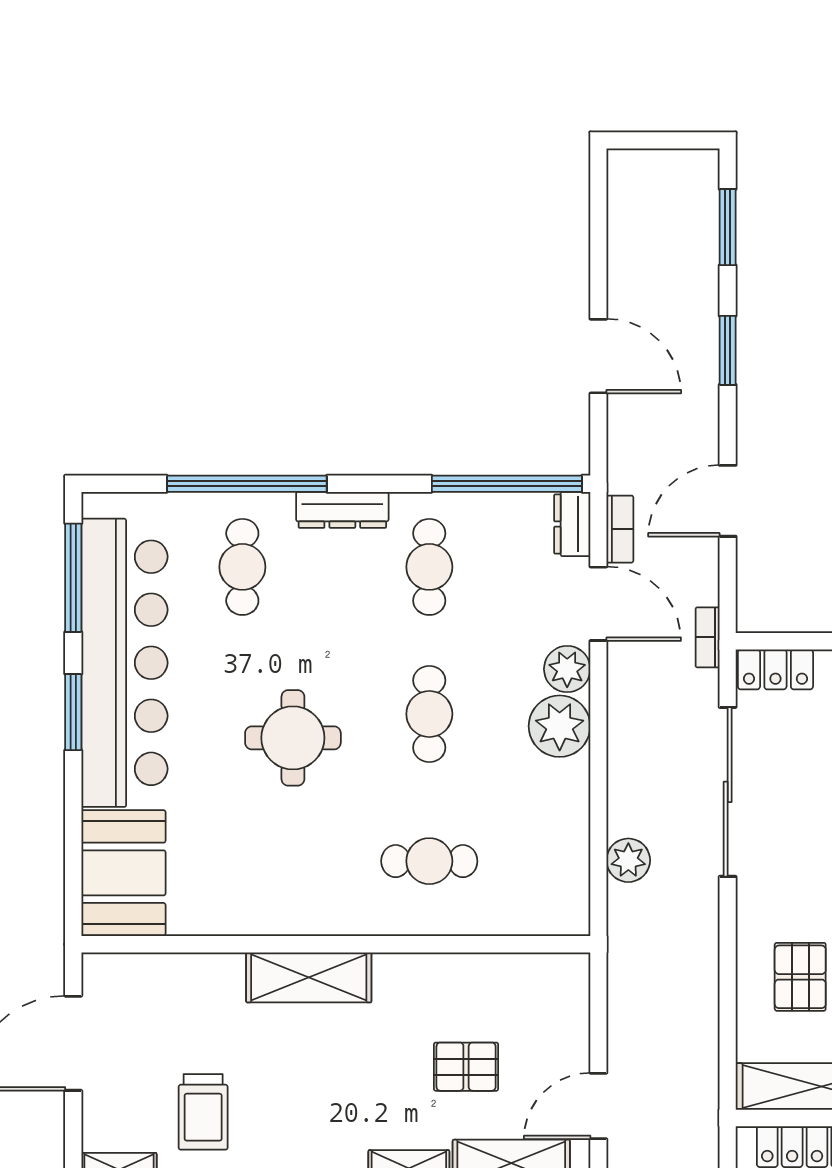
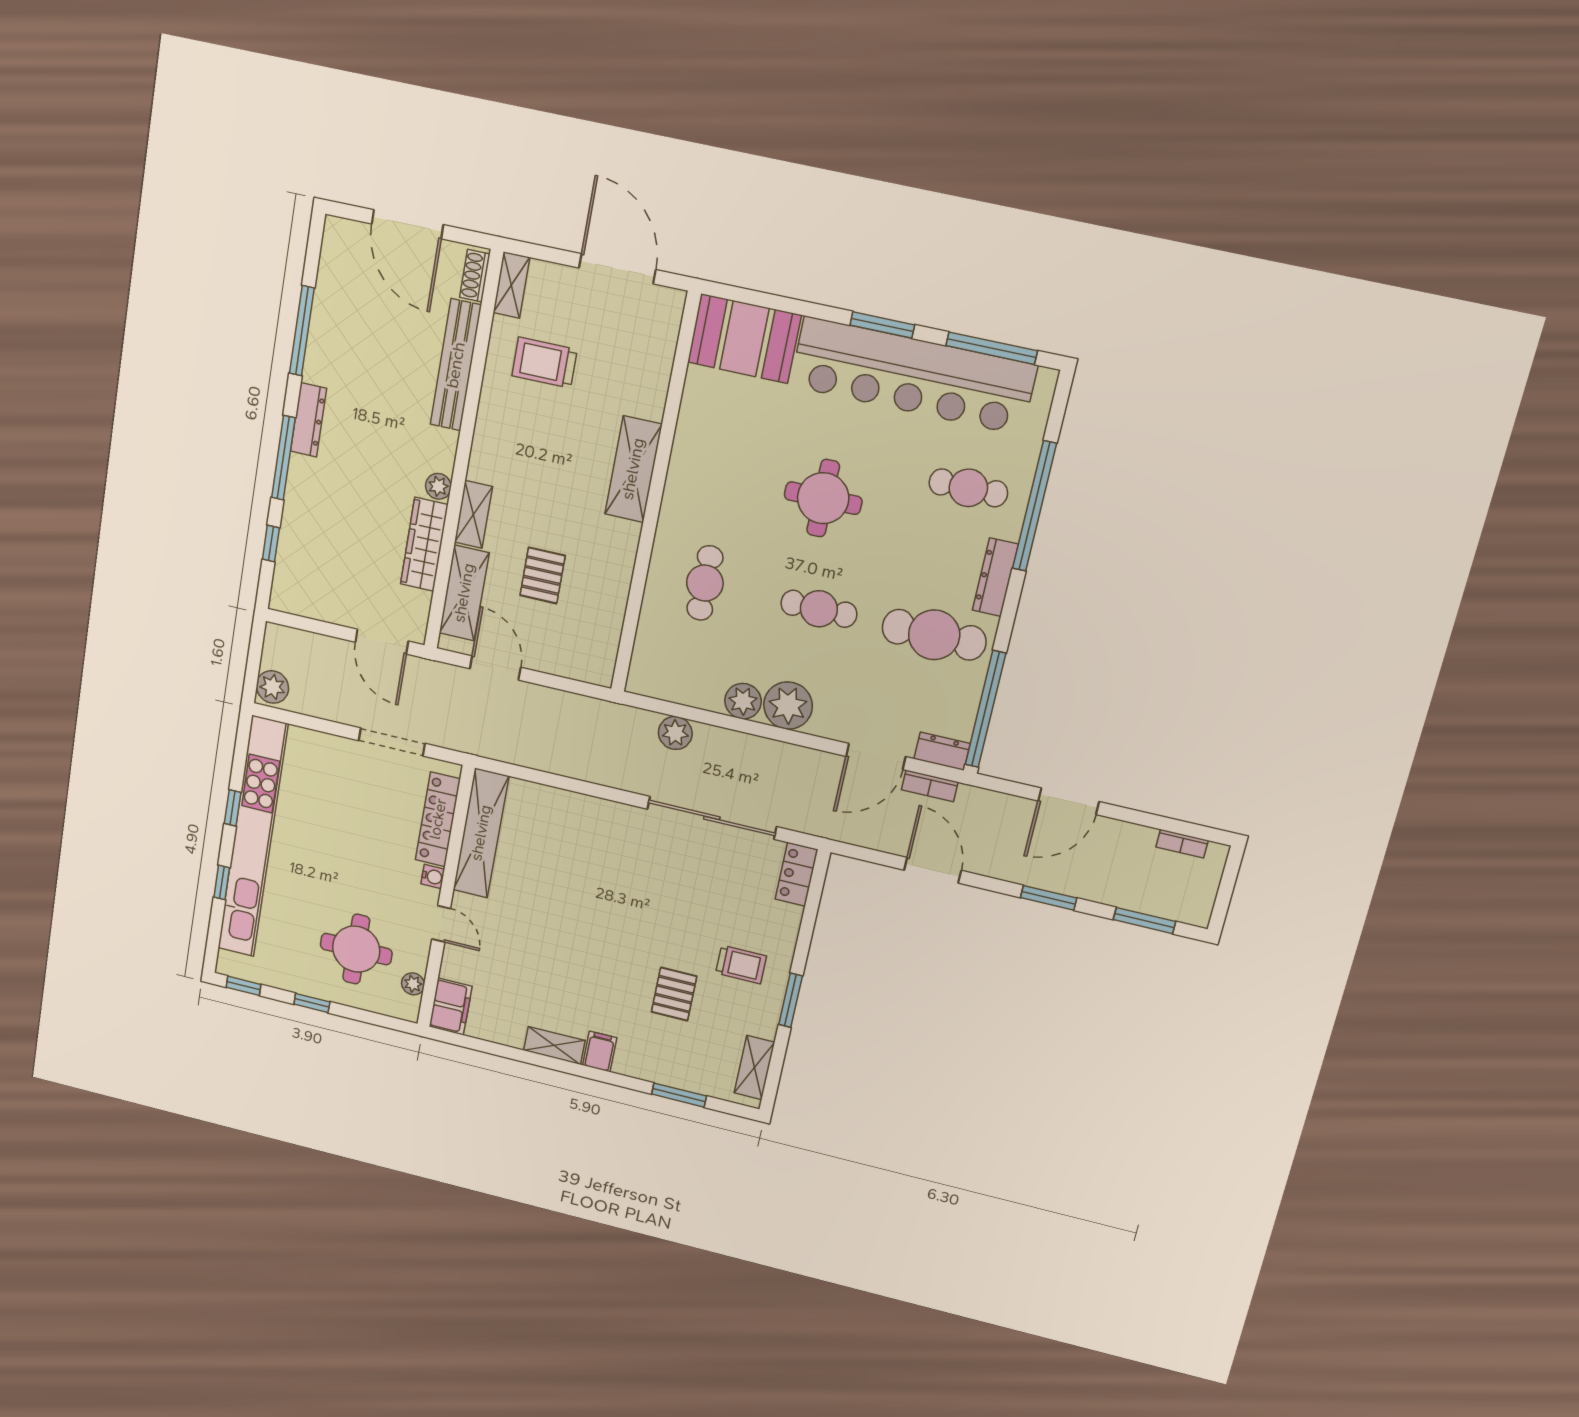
cafe table: (429, 567) -> (934, 635), width x1.37, depth x1.35
bookcase: (708, 637) -> (1182, 844), moved, turned 180
plant: (567, 669) -> (743, 701), moved
pallet: (800, 977) -> (564, 837), removed

